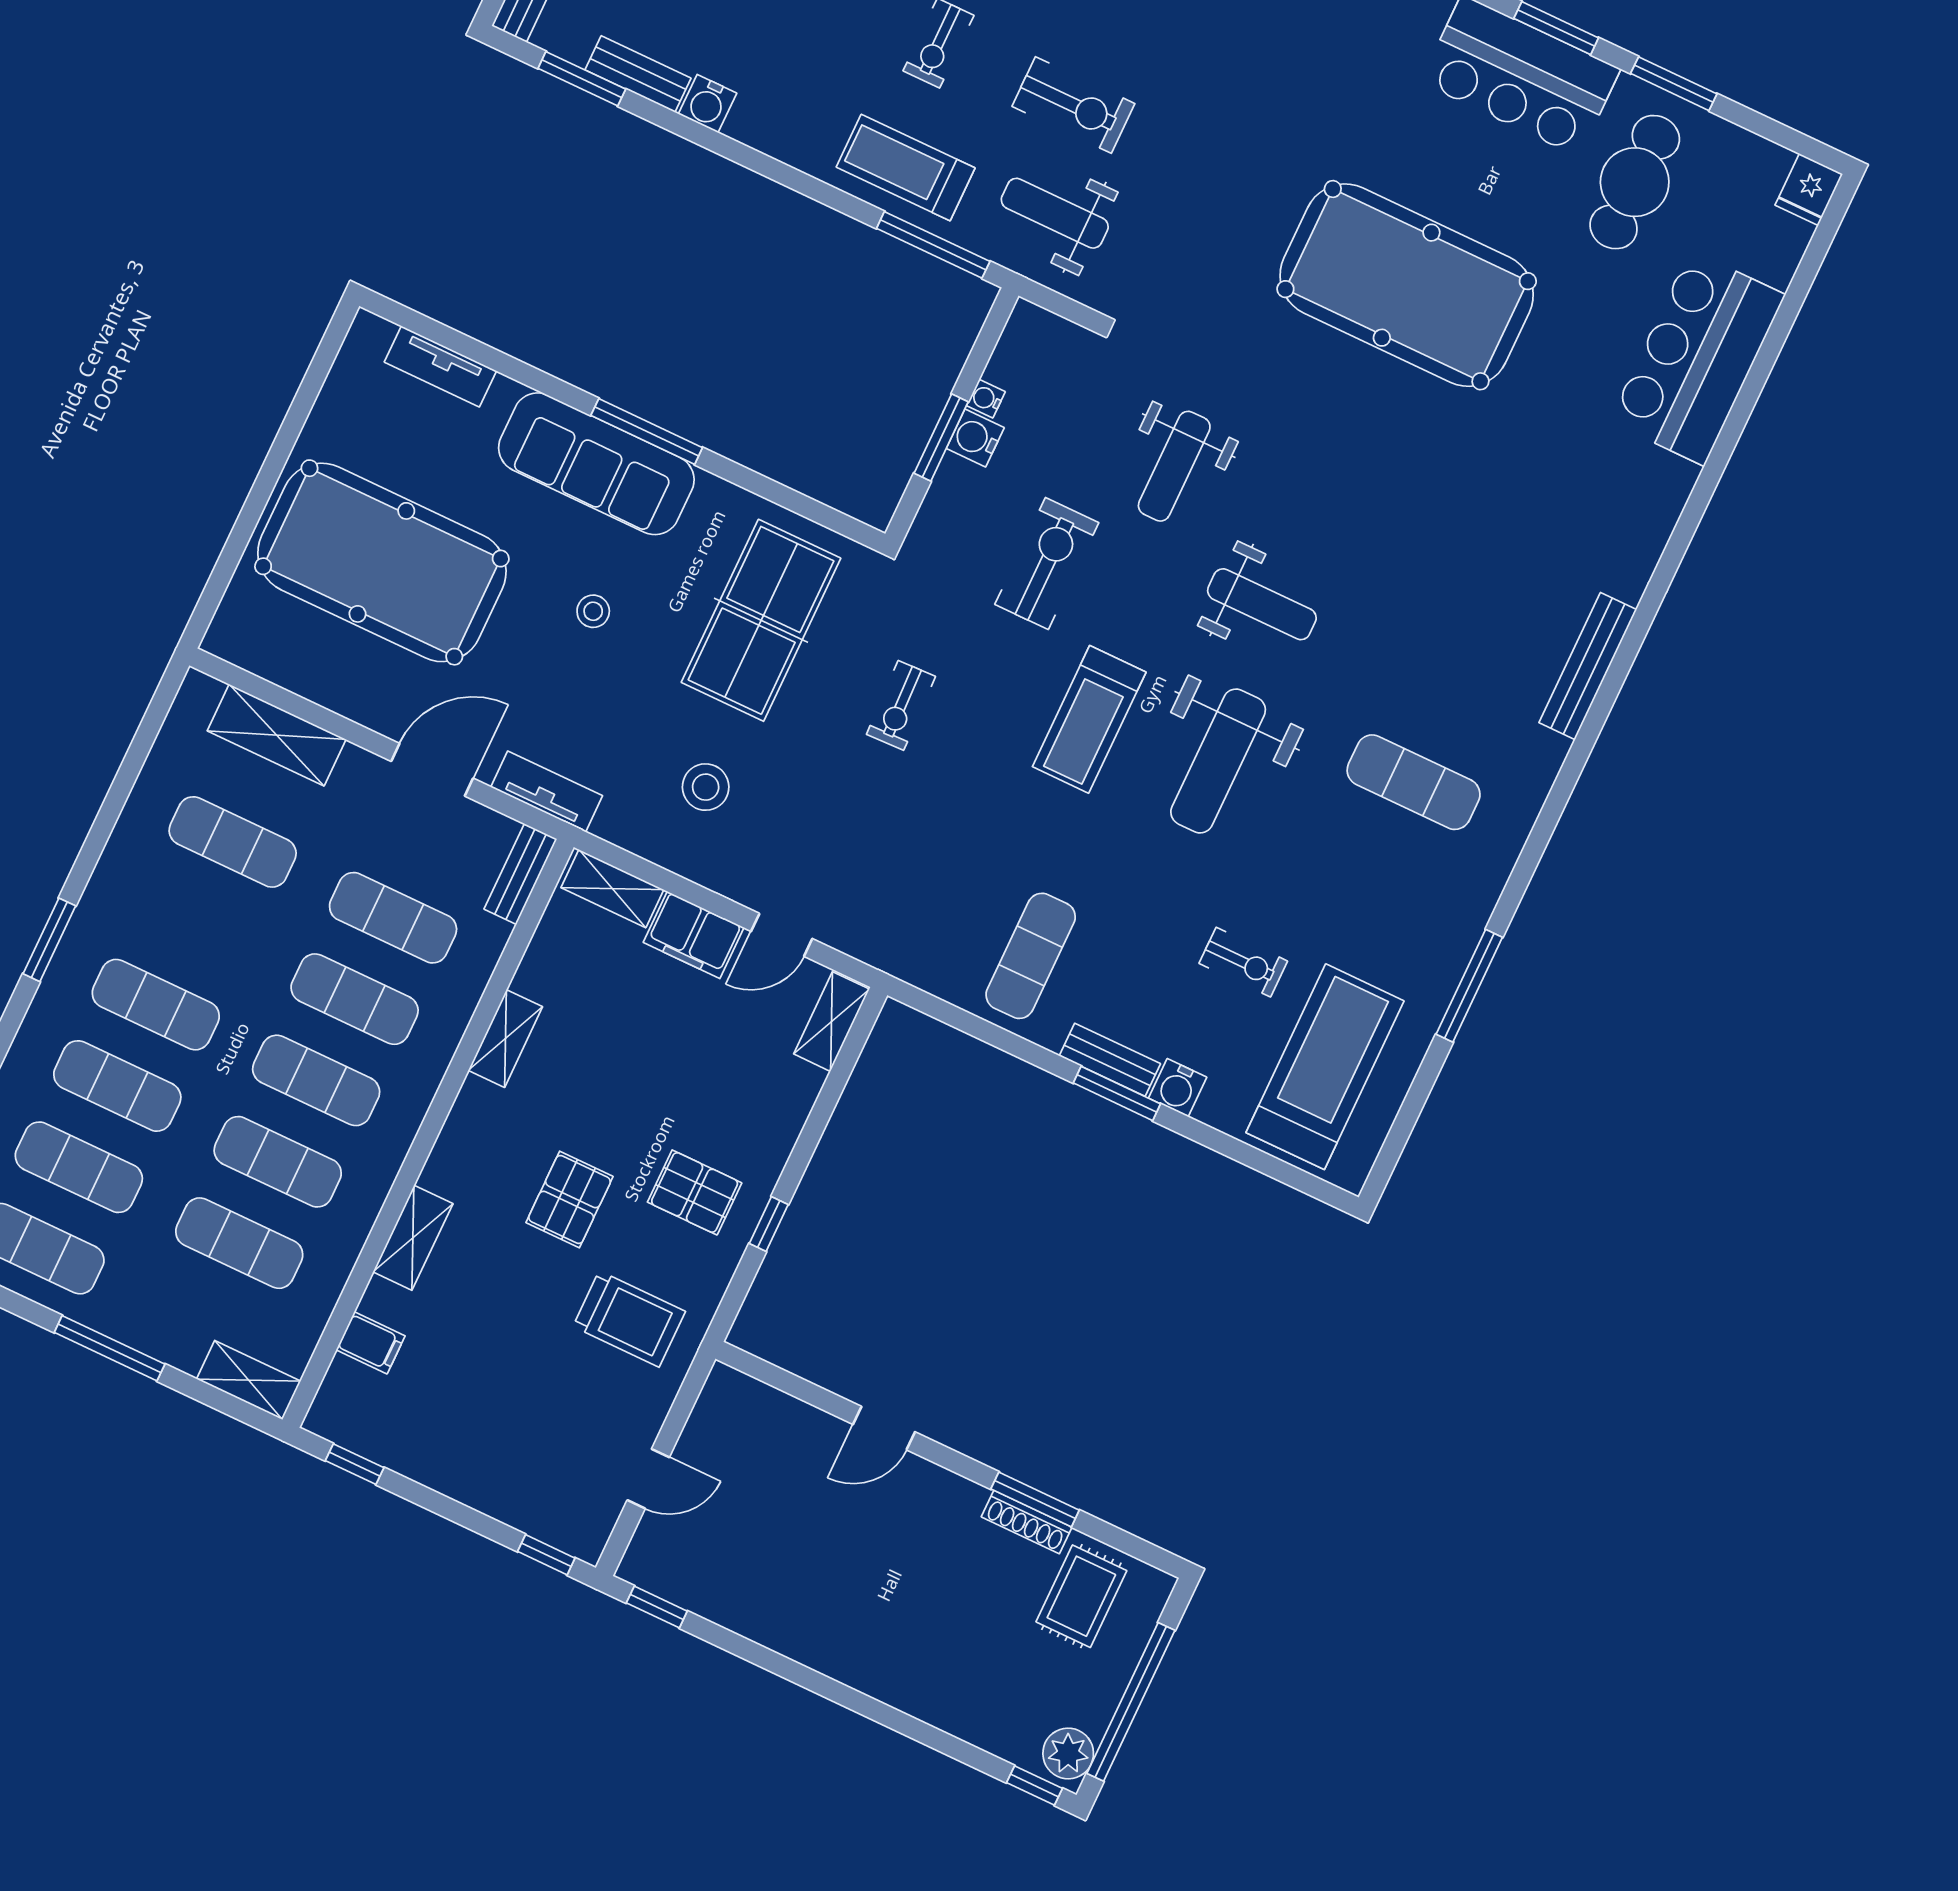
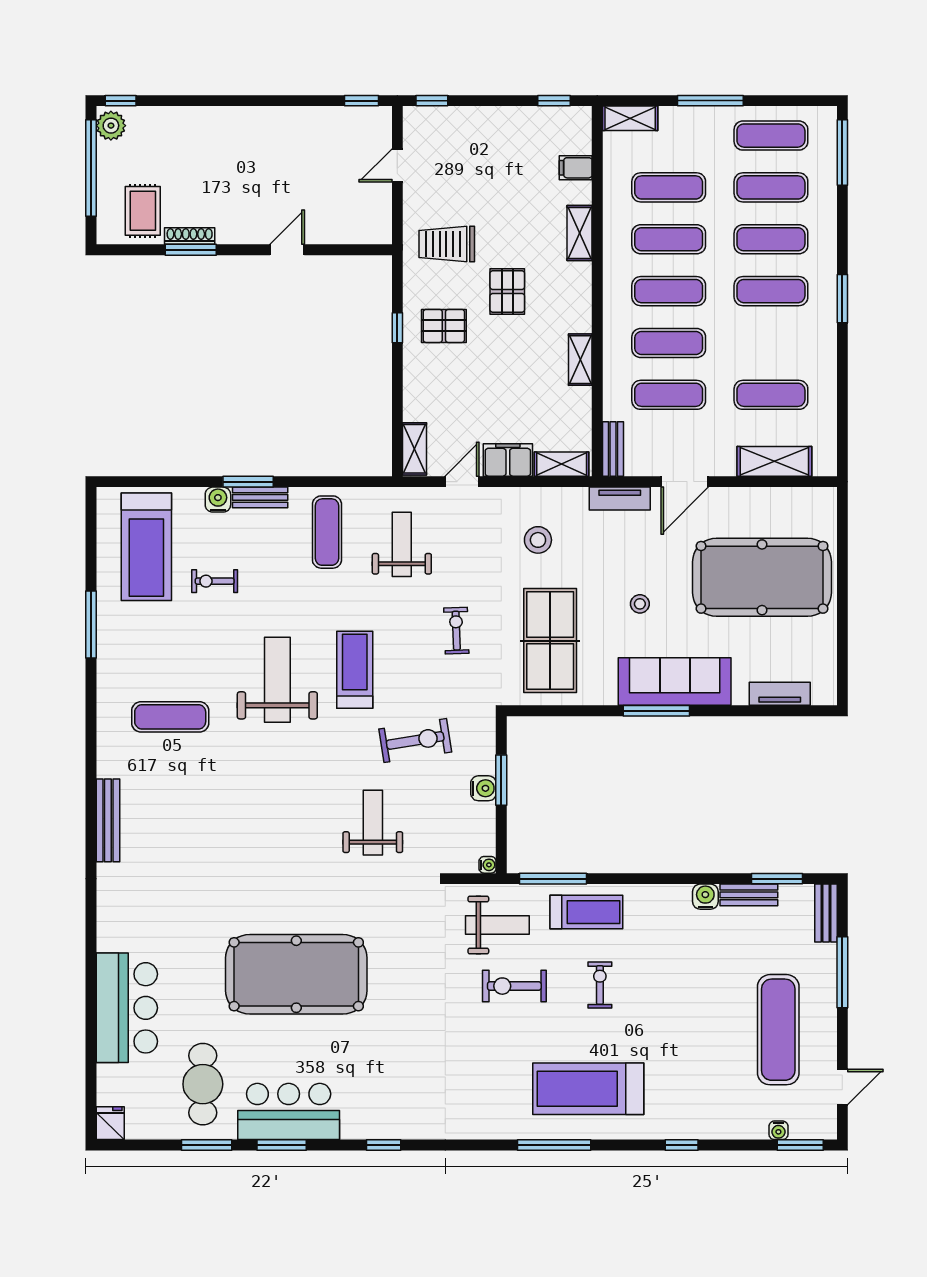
water cooler: (986, 399) -> (488, 865), moved
exercise bike: (1047, 564) -> (415, 741), turned -99
weight bench: (1262, 604) -> (402, 544), moved, turned 90

